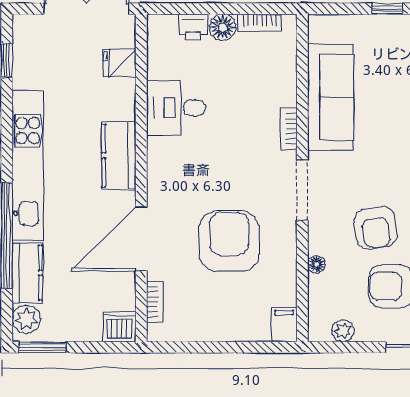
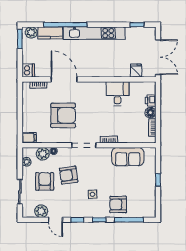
sofa: (330, 97) -> (128, 157), width x0.73
kitchen counter: (119, 156) -> (98, 70), removed
plant: (323, 291) -> (43, 154), added

